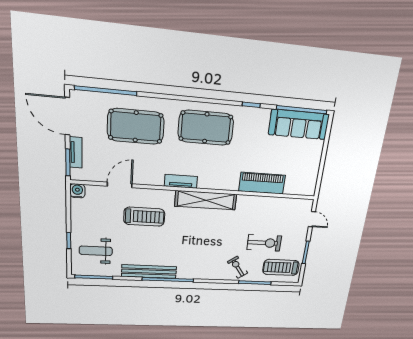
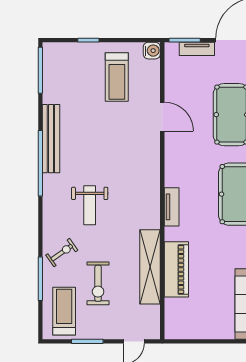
tv unit: (181, 181) -> (172, 207), moved
door: (120, 185) -> (162, 117), moved
shelving: (206, 200) -> (150, 267), moved
treadmill: (144, 217) -> (117, 77), moved
weight bench: (96, 251) -> (90, 205), moved, turned 180

